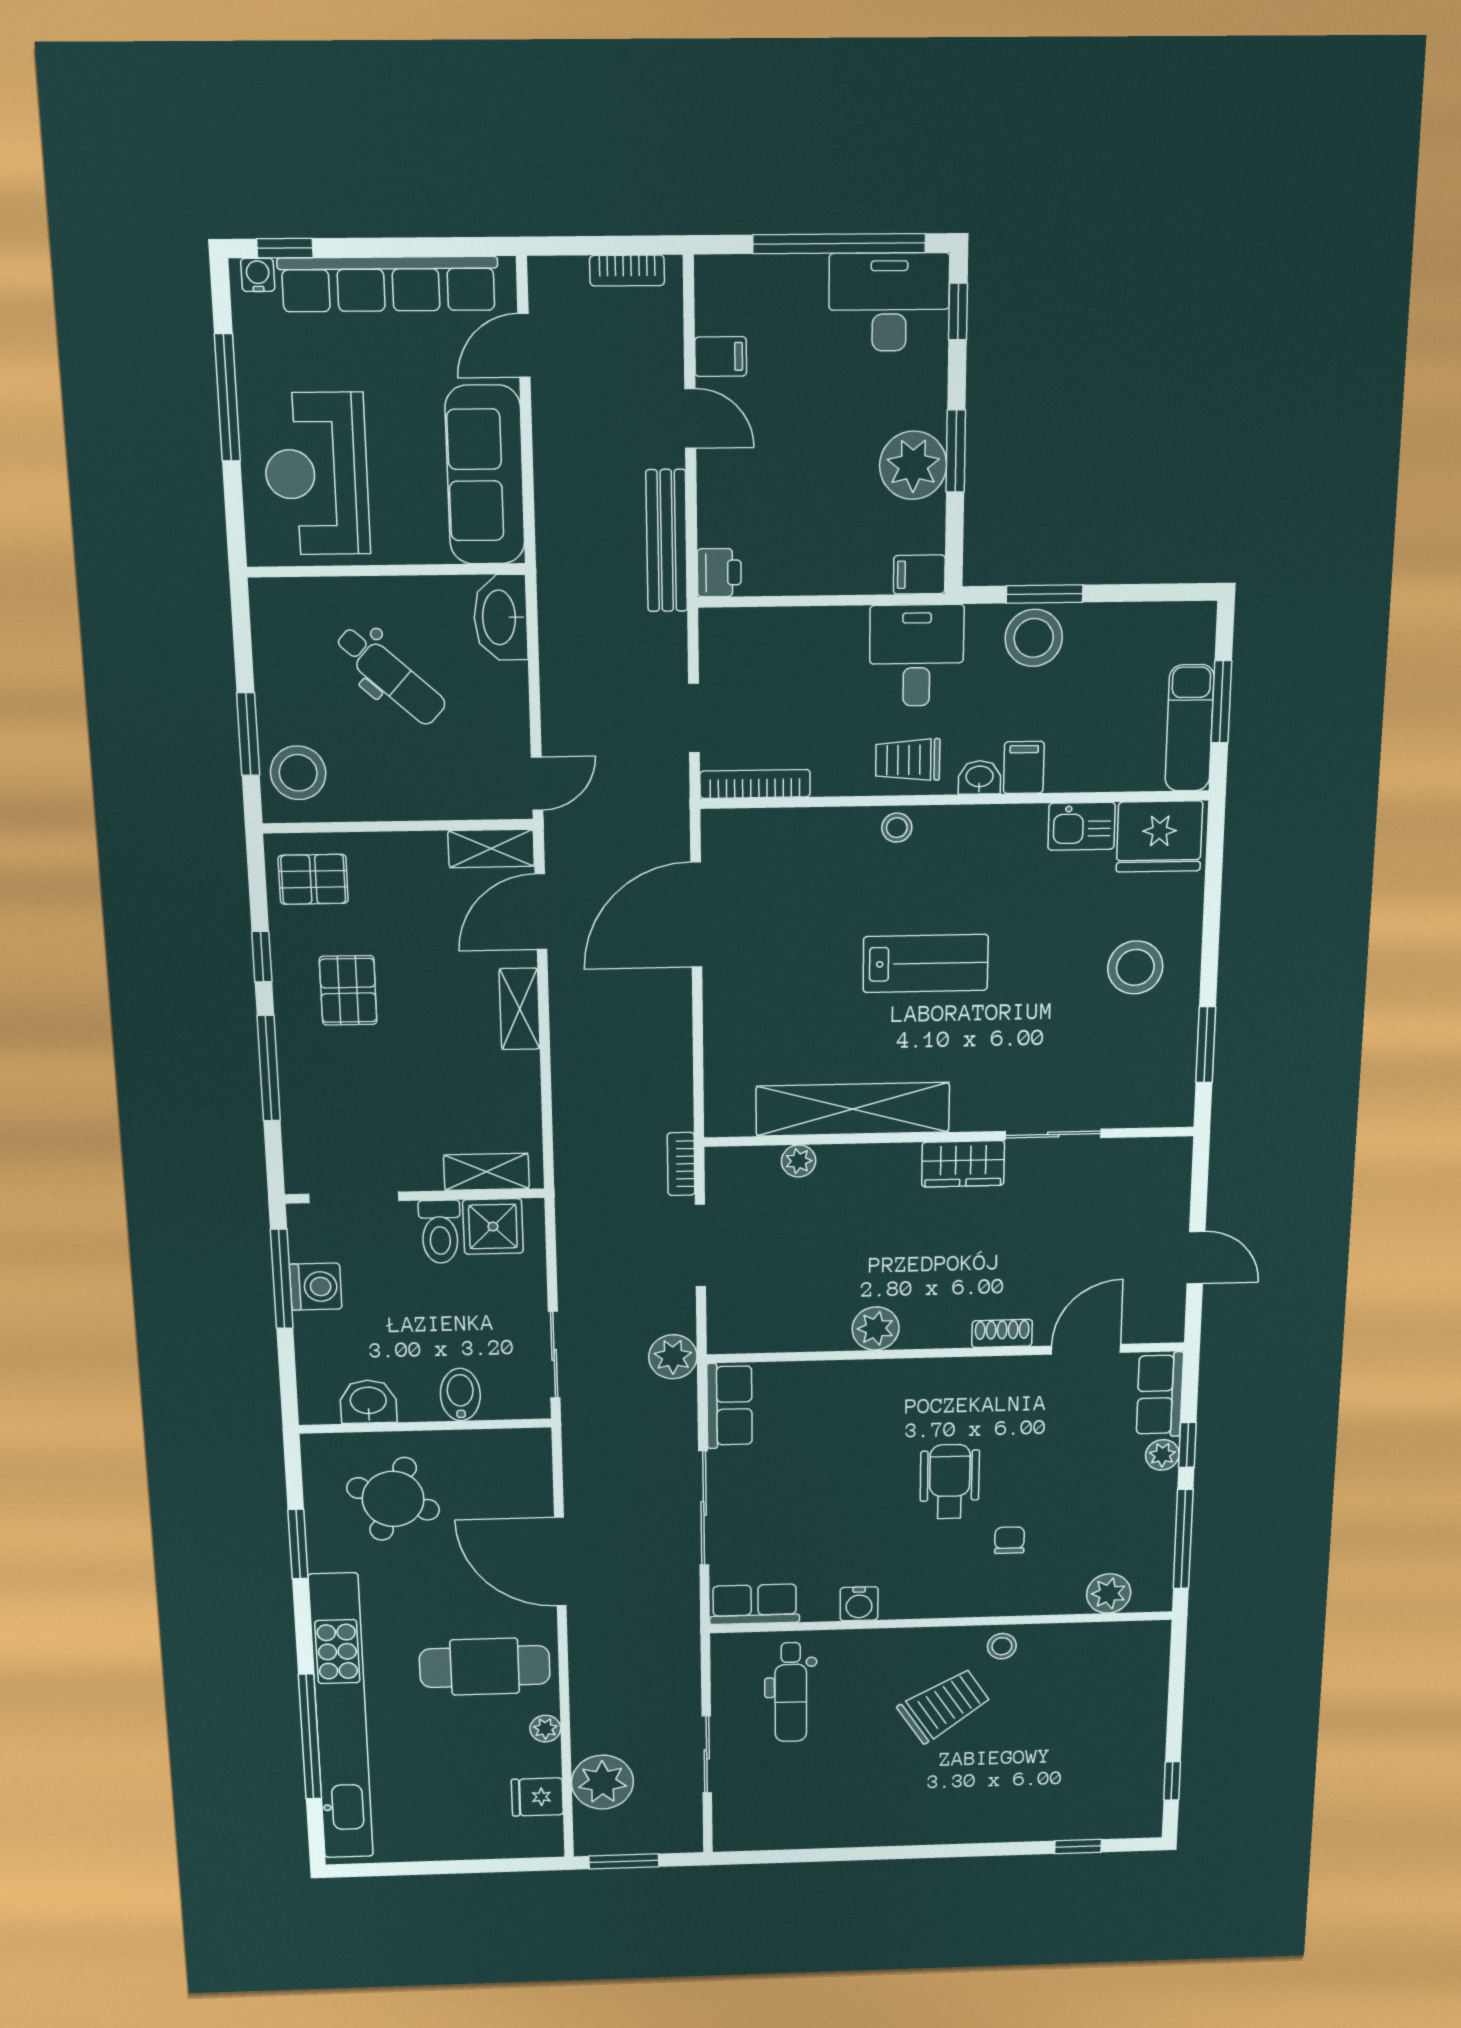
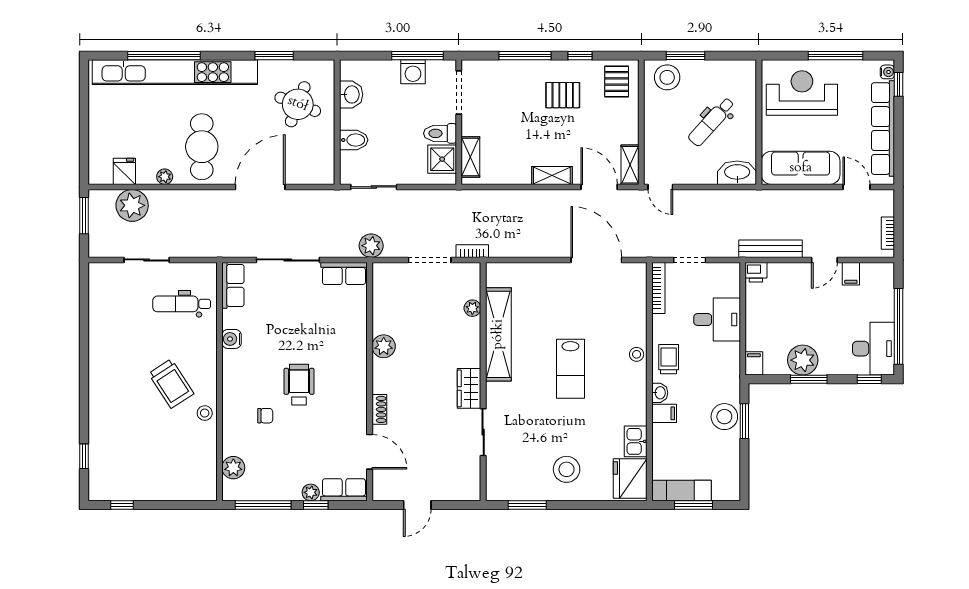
desk: (917, 655) -> (717, 320), moved
wheelchair: (950, 1482) -> (299, 385), turned -90

